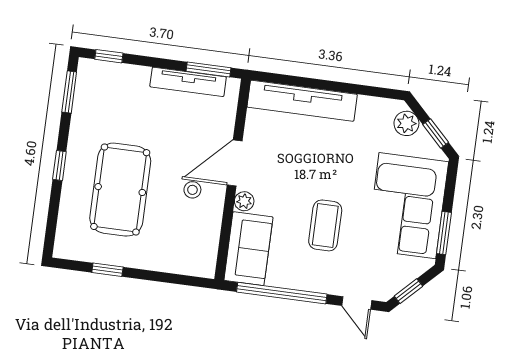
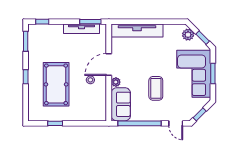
window: (444, 233) -> (213, 74), moved

